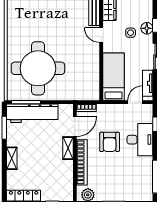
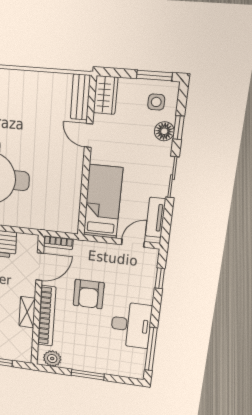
side table: (131, 33) -> (156, 102), moved
desk: (140, 140) -> (131, 325), moved
shelving: (68, 148) -> (27, 312), moved

